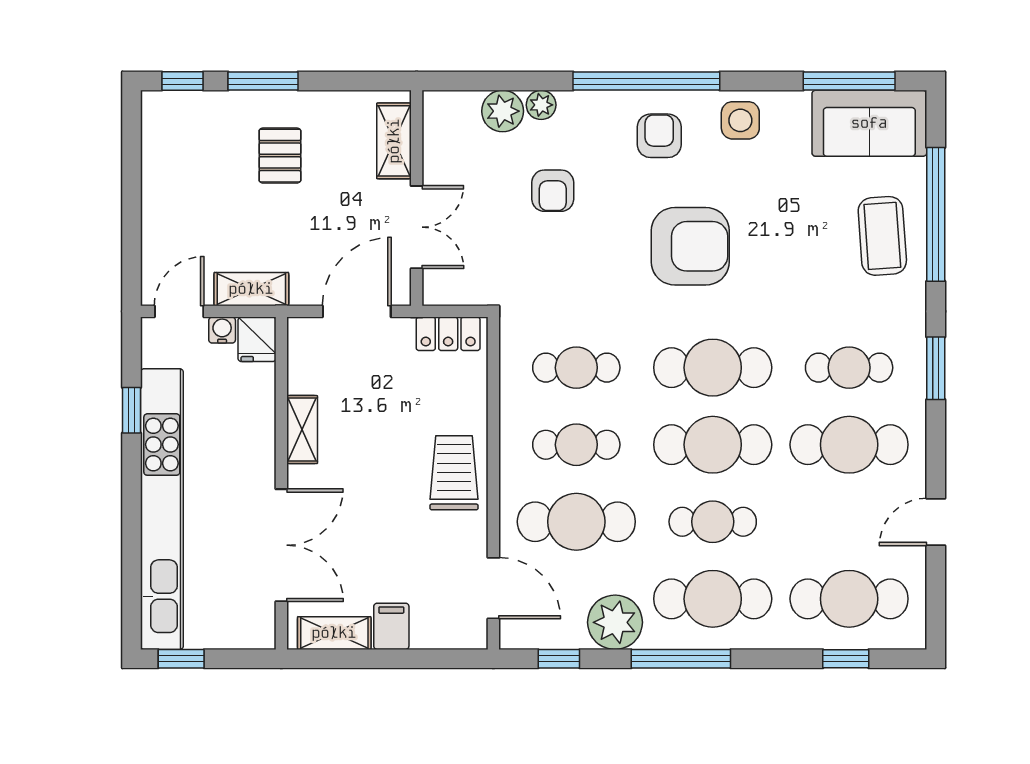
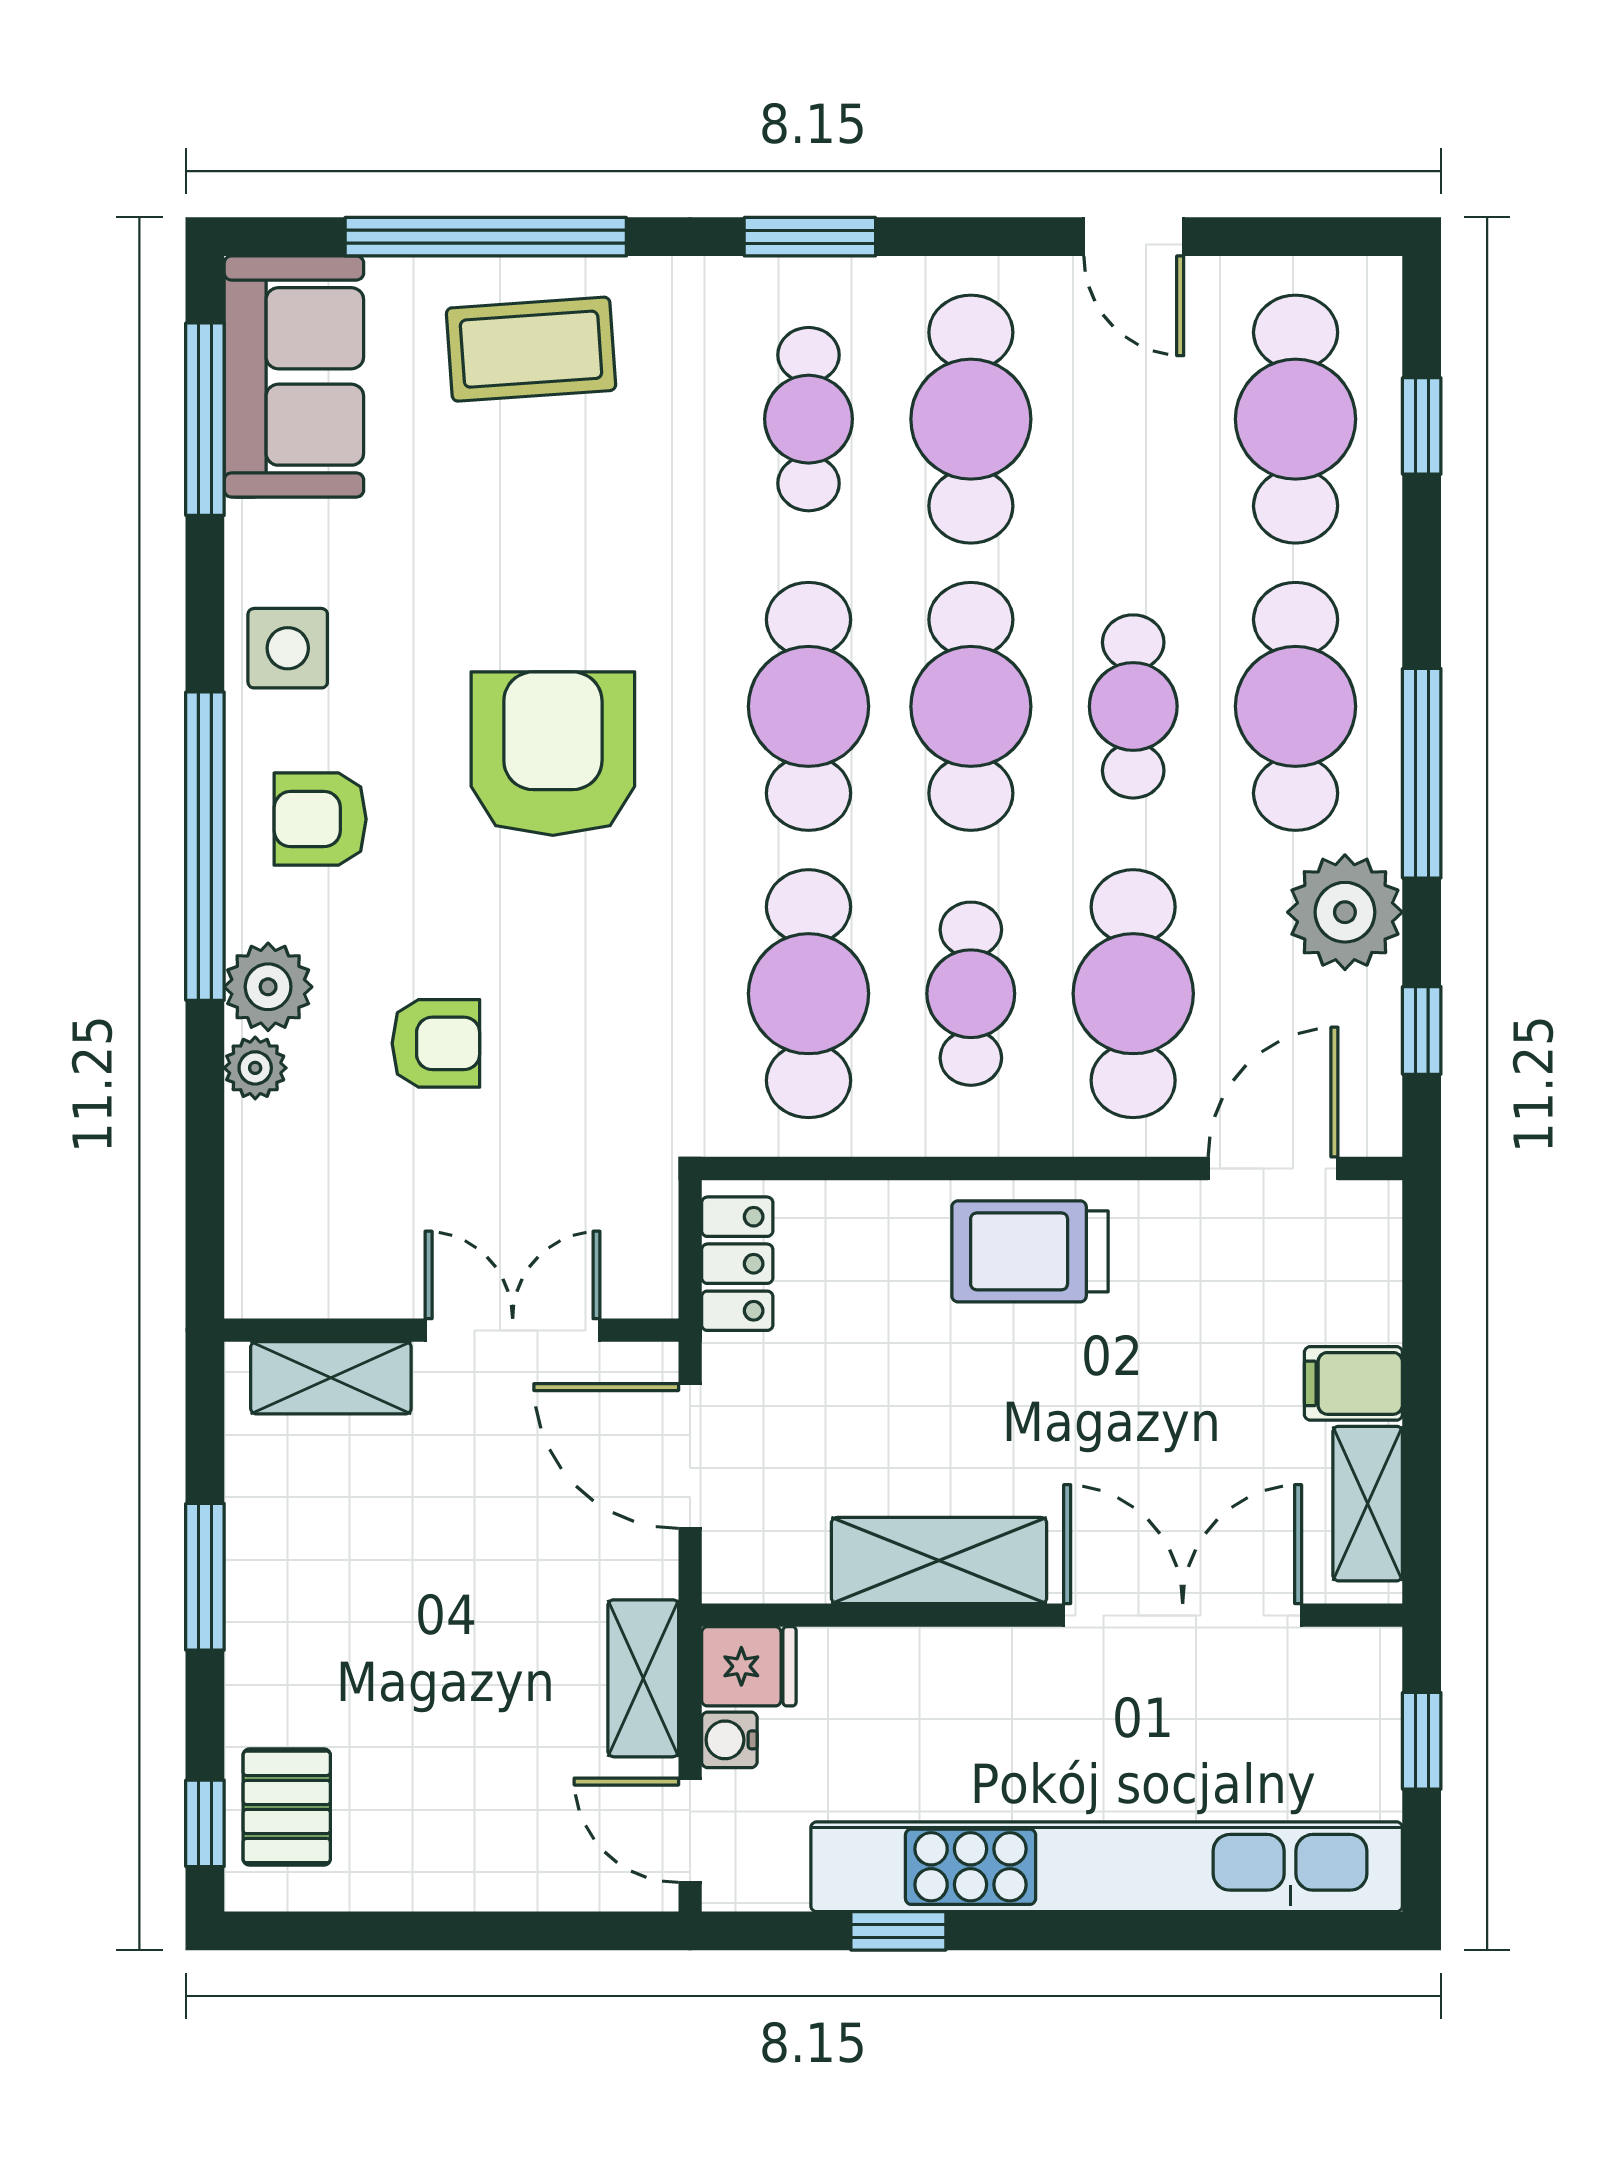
window: (263, 81) -> (205, 1577), moved
plant: (503, 111) -> (268, 987), moved
pallet: (280, 156) -> (287, 1807), moved, turned 90
cafe table: (576, 368) -> (809, 994), width x1.37, depth x1.35
shelving: (302, 430) -> (939, 1561), width x1.50, depth x1.33
window: (181, 659) -> (1422, 1741), moved

